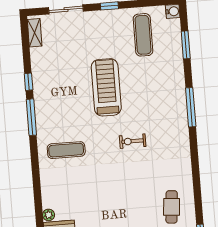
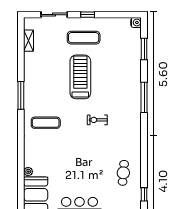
shelving: (35, 33) -> (29, 41), moved
exercise mat: (143, 35) -> (84, 38), moved, turned 90
window: (29, 82) -> (21, 68), removed

